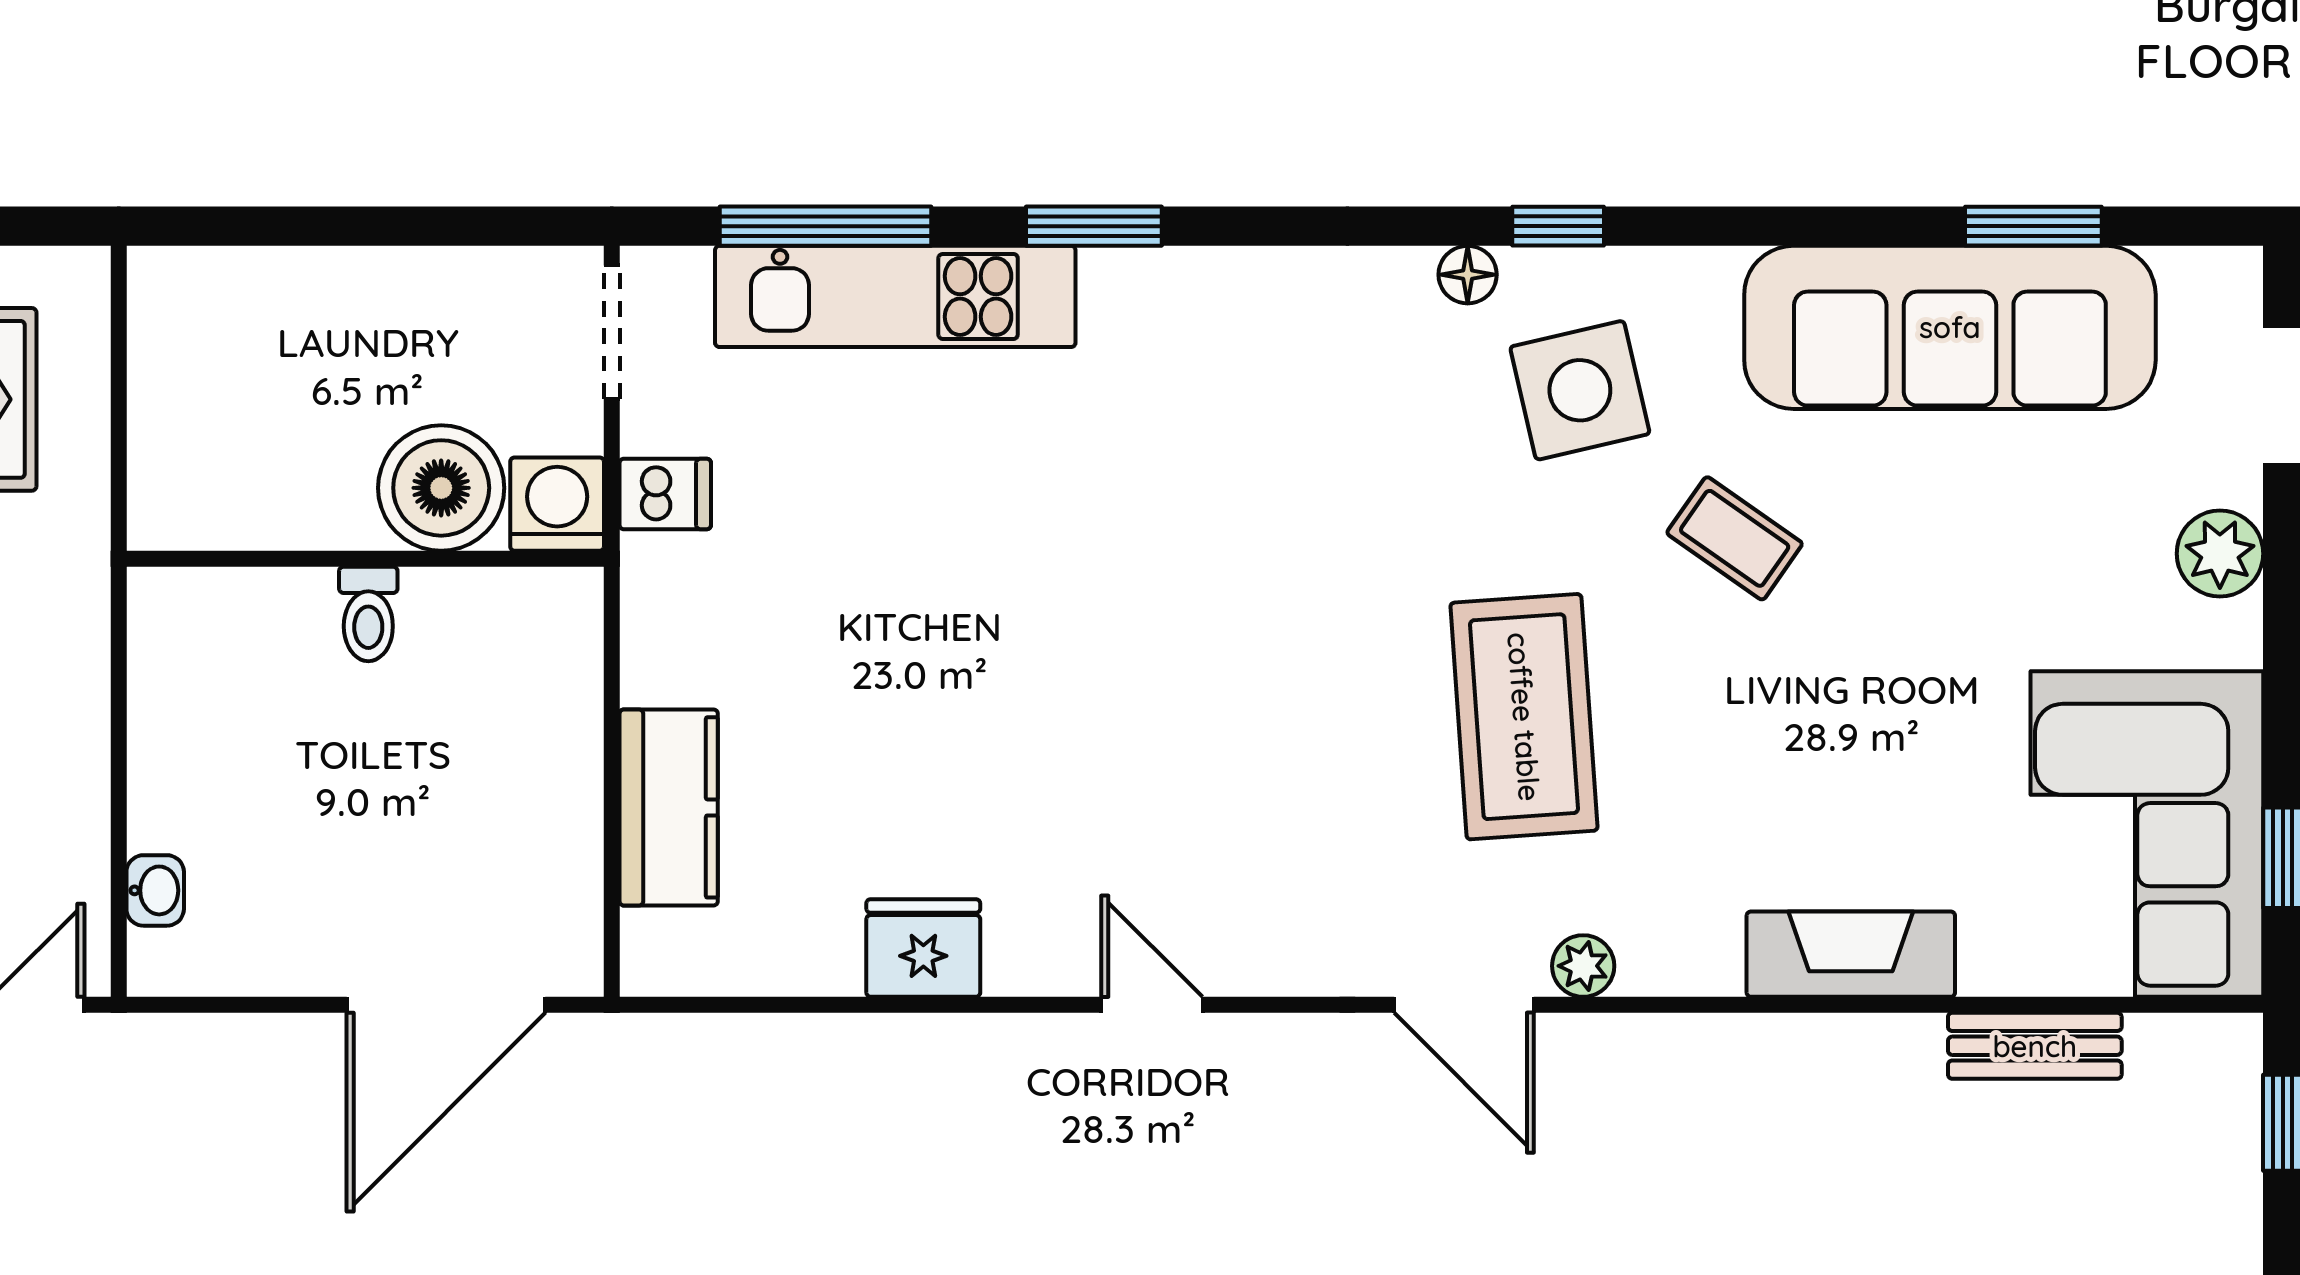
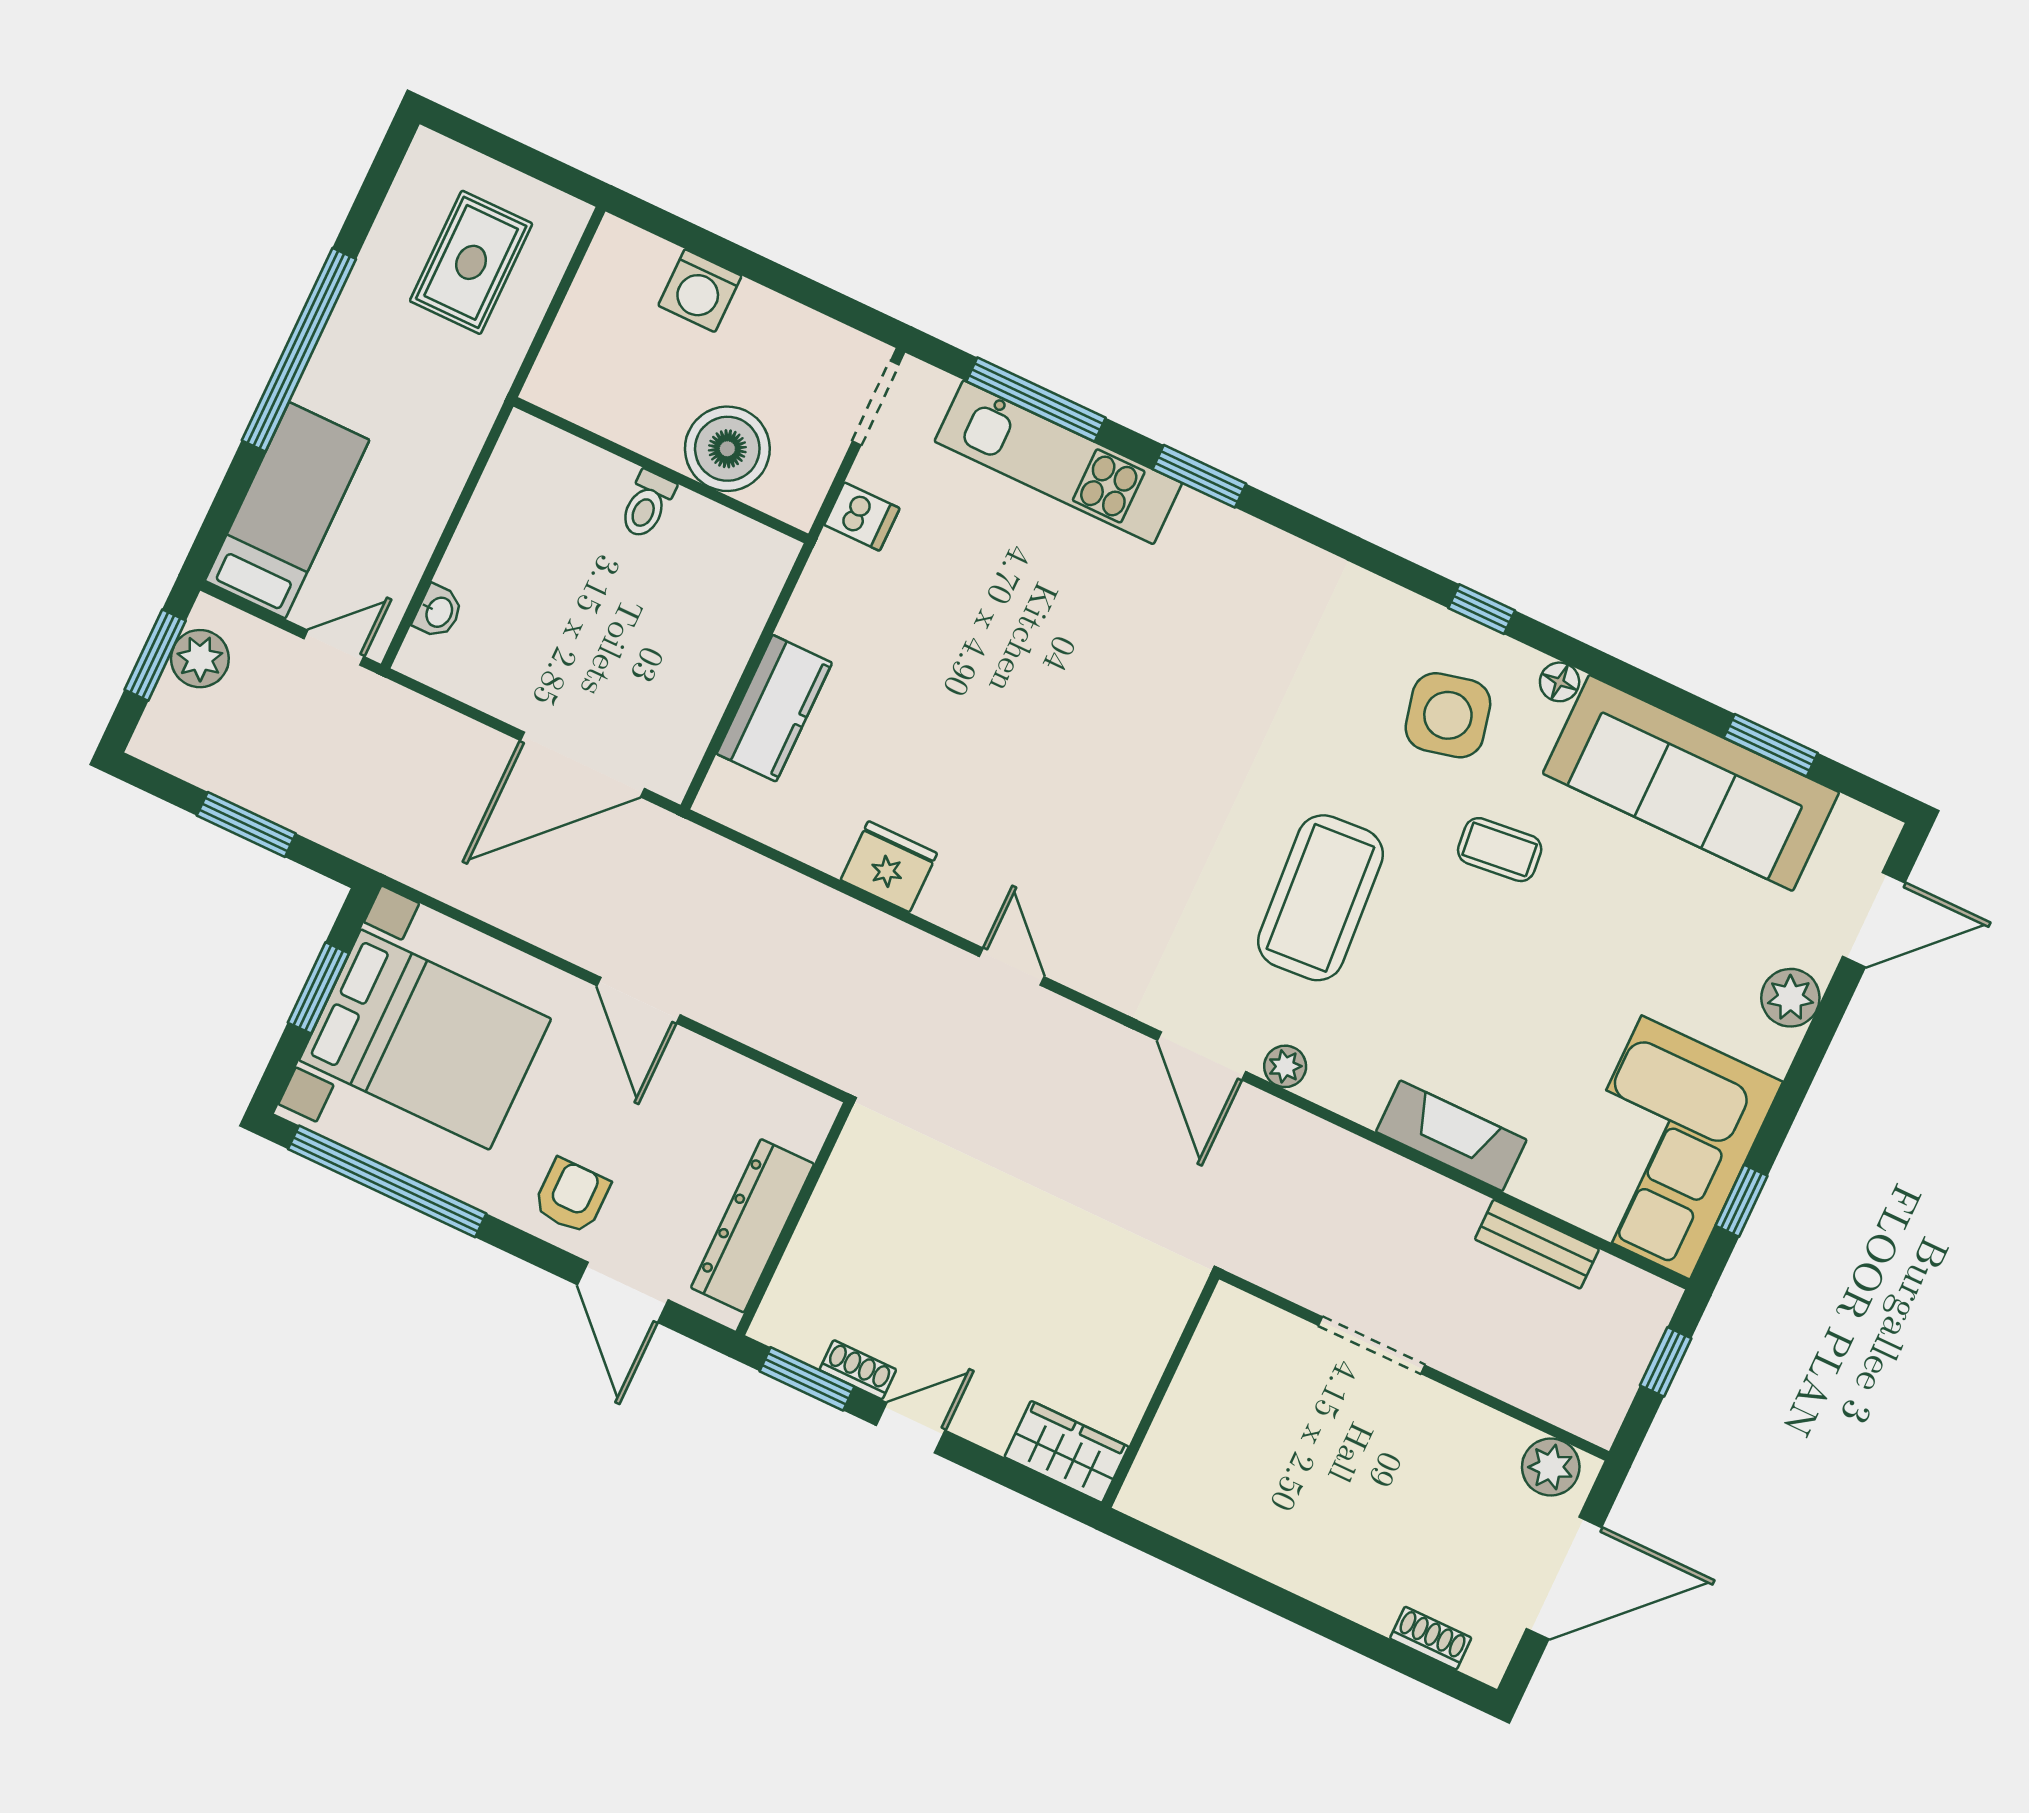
floor lamp: (1468, 275) -> (1560, 682), moved
washing machine: (557, 504) -> (700, 291), moved, turned 180
coffee table: (1735, 538) -> (1500, 850), turned -41

